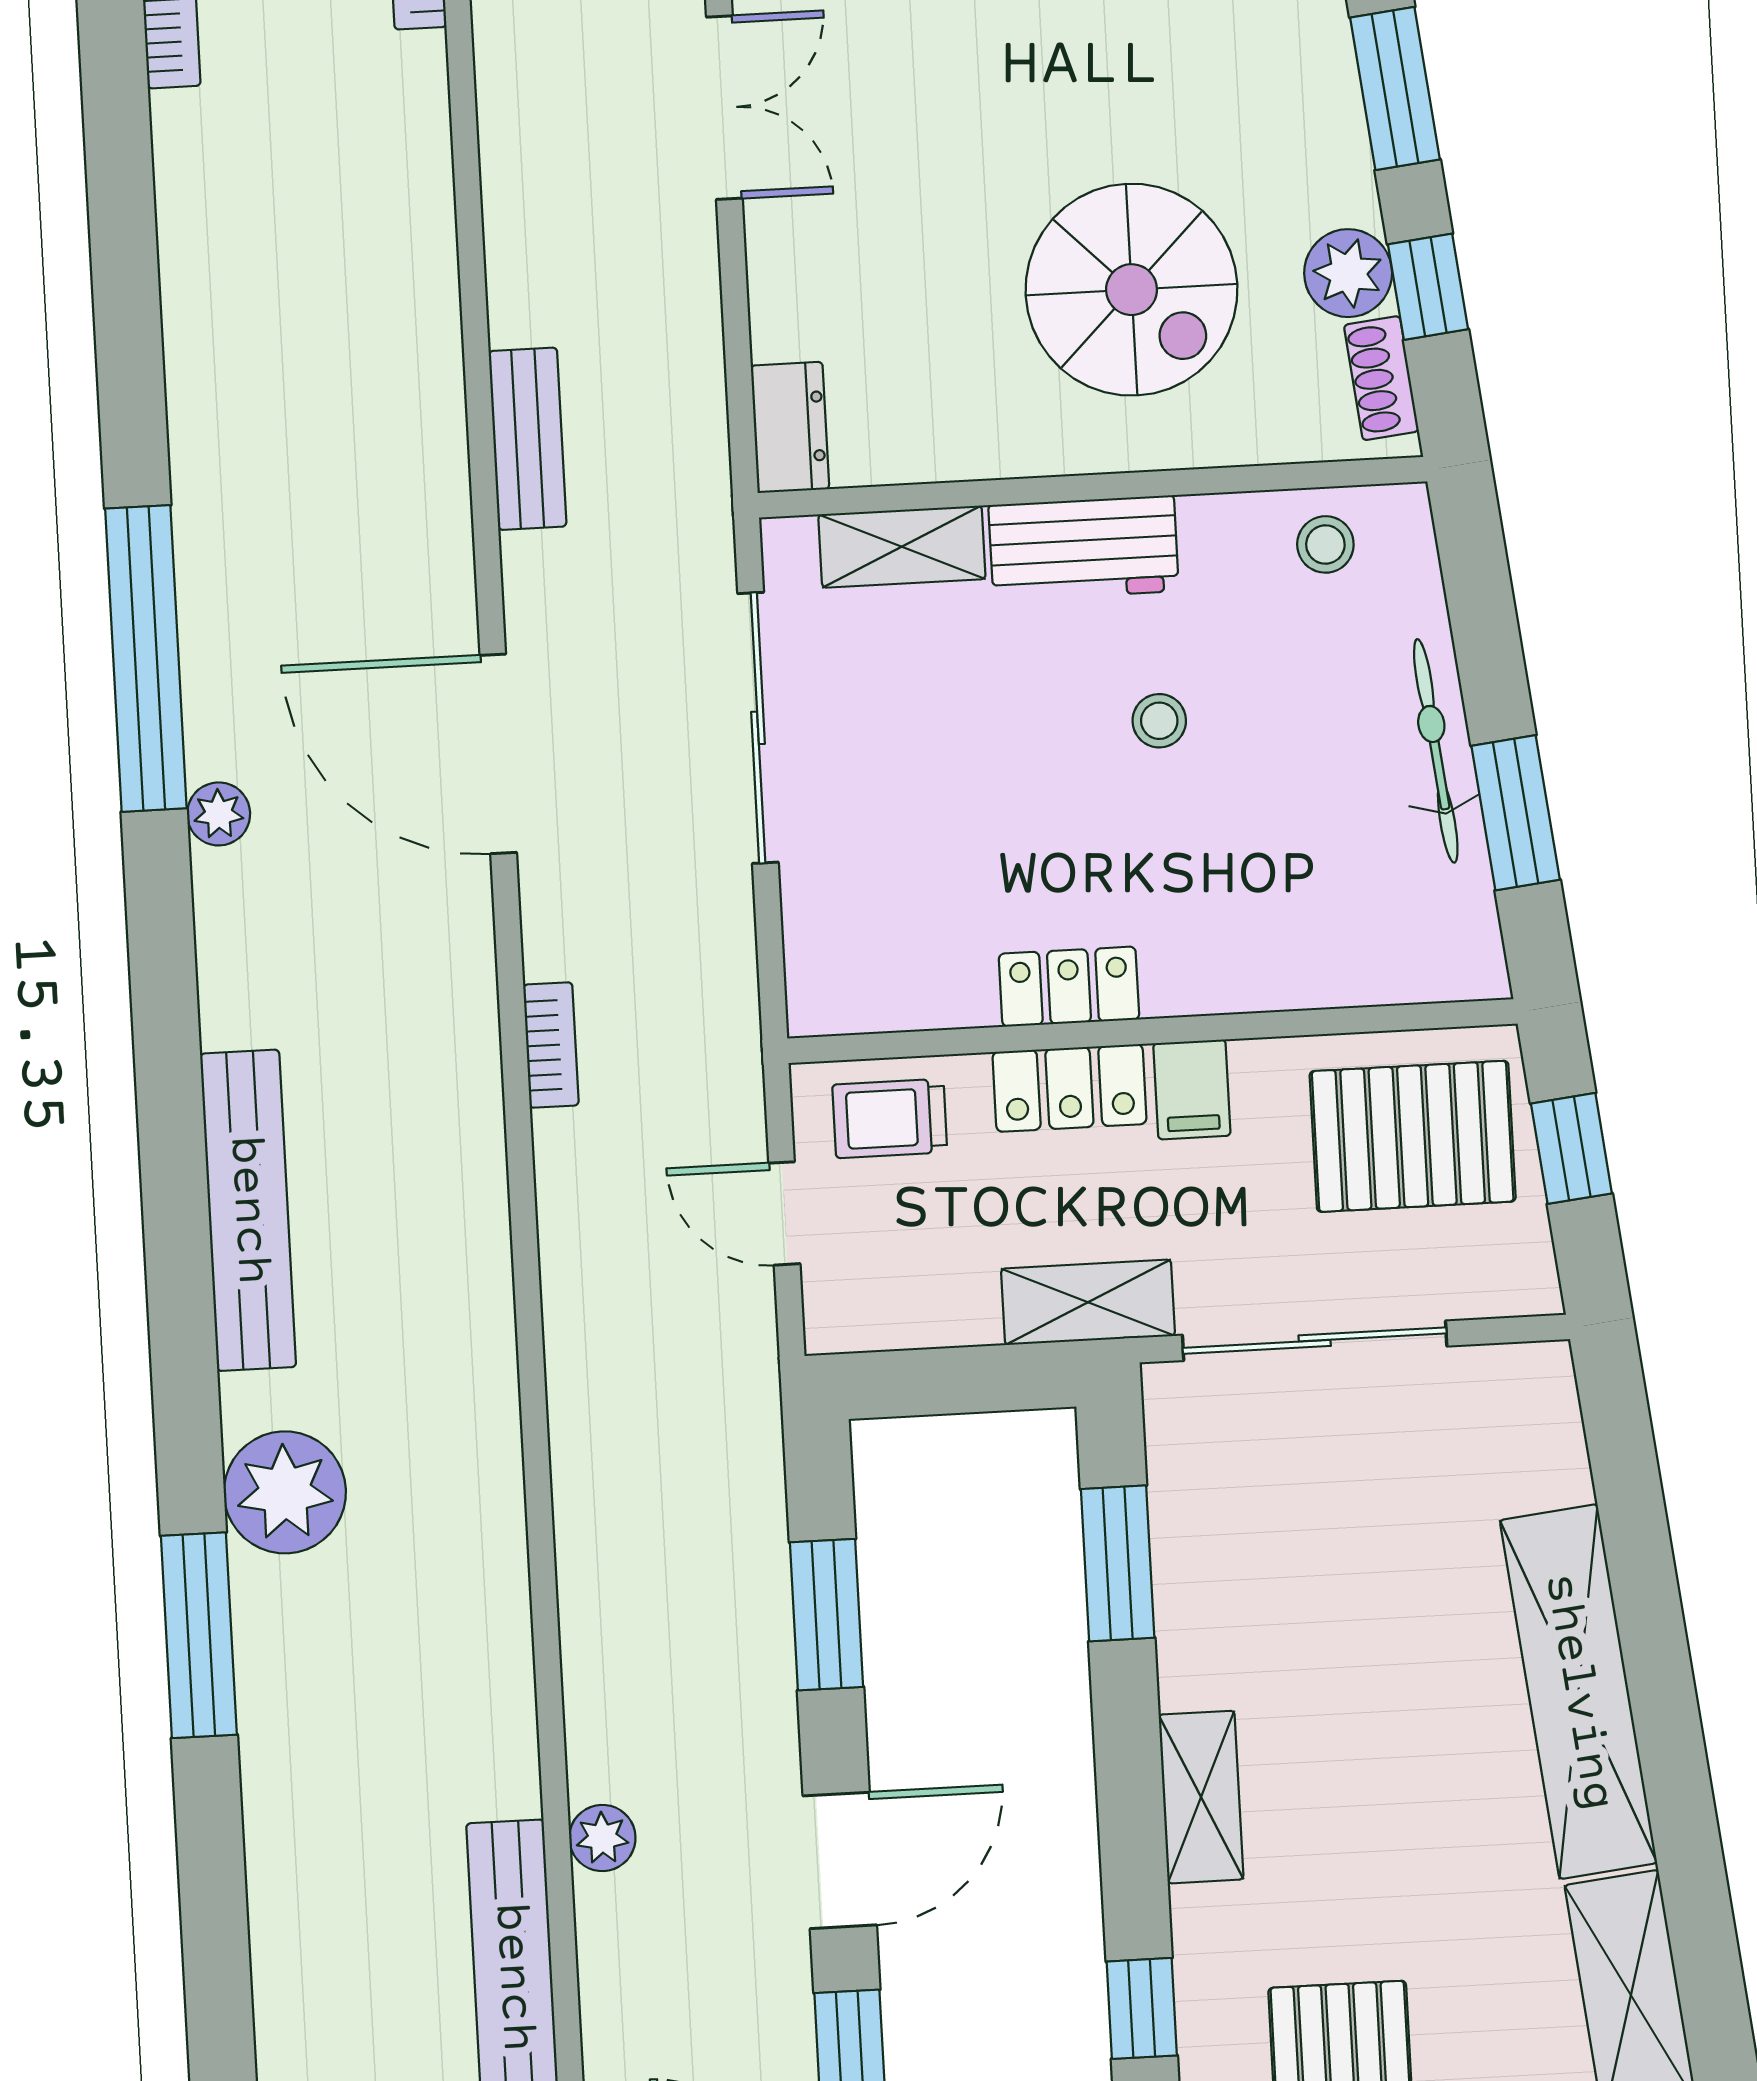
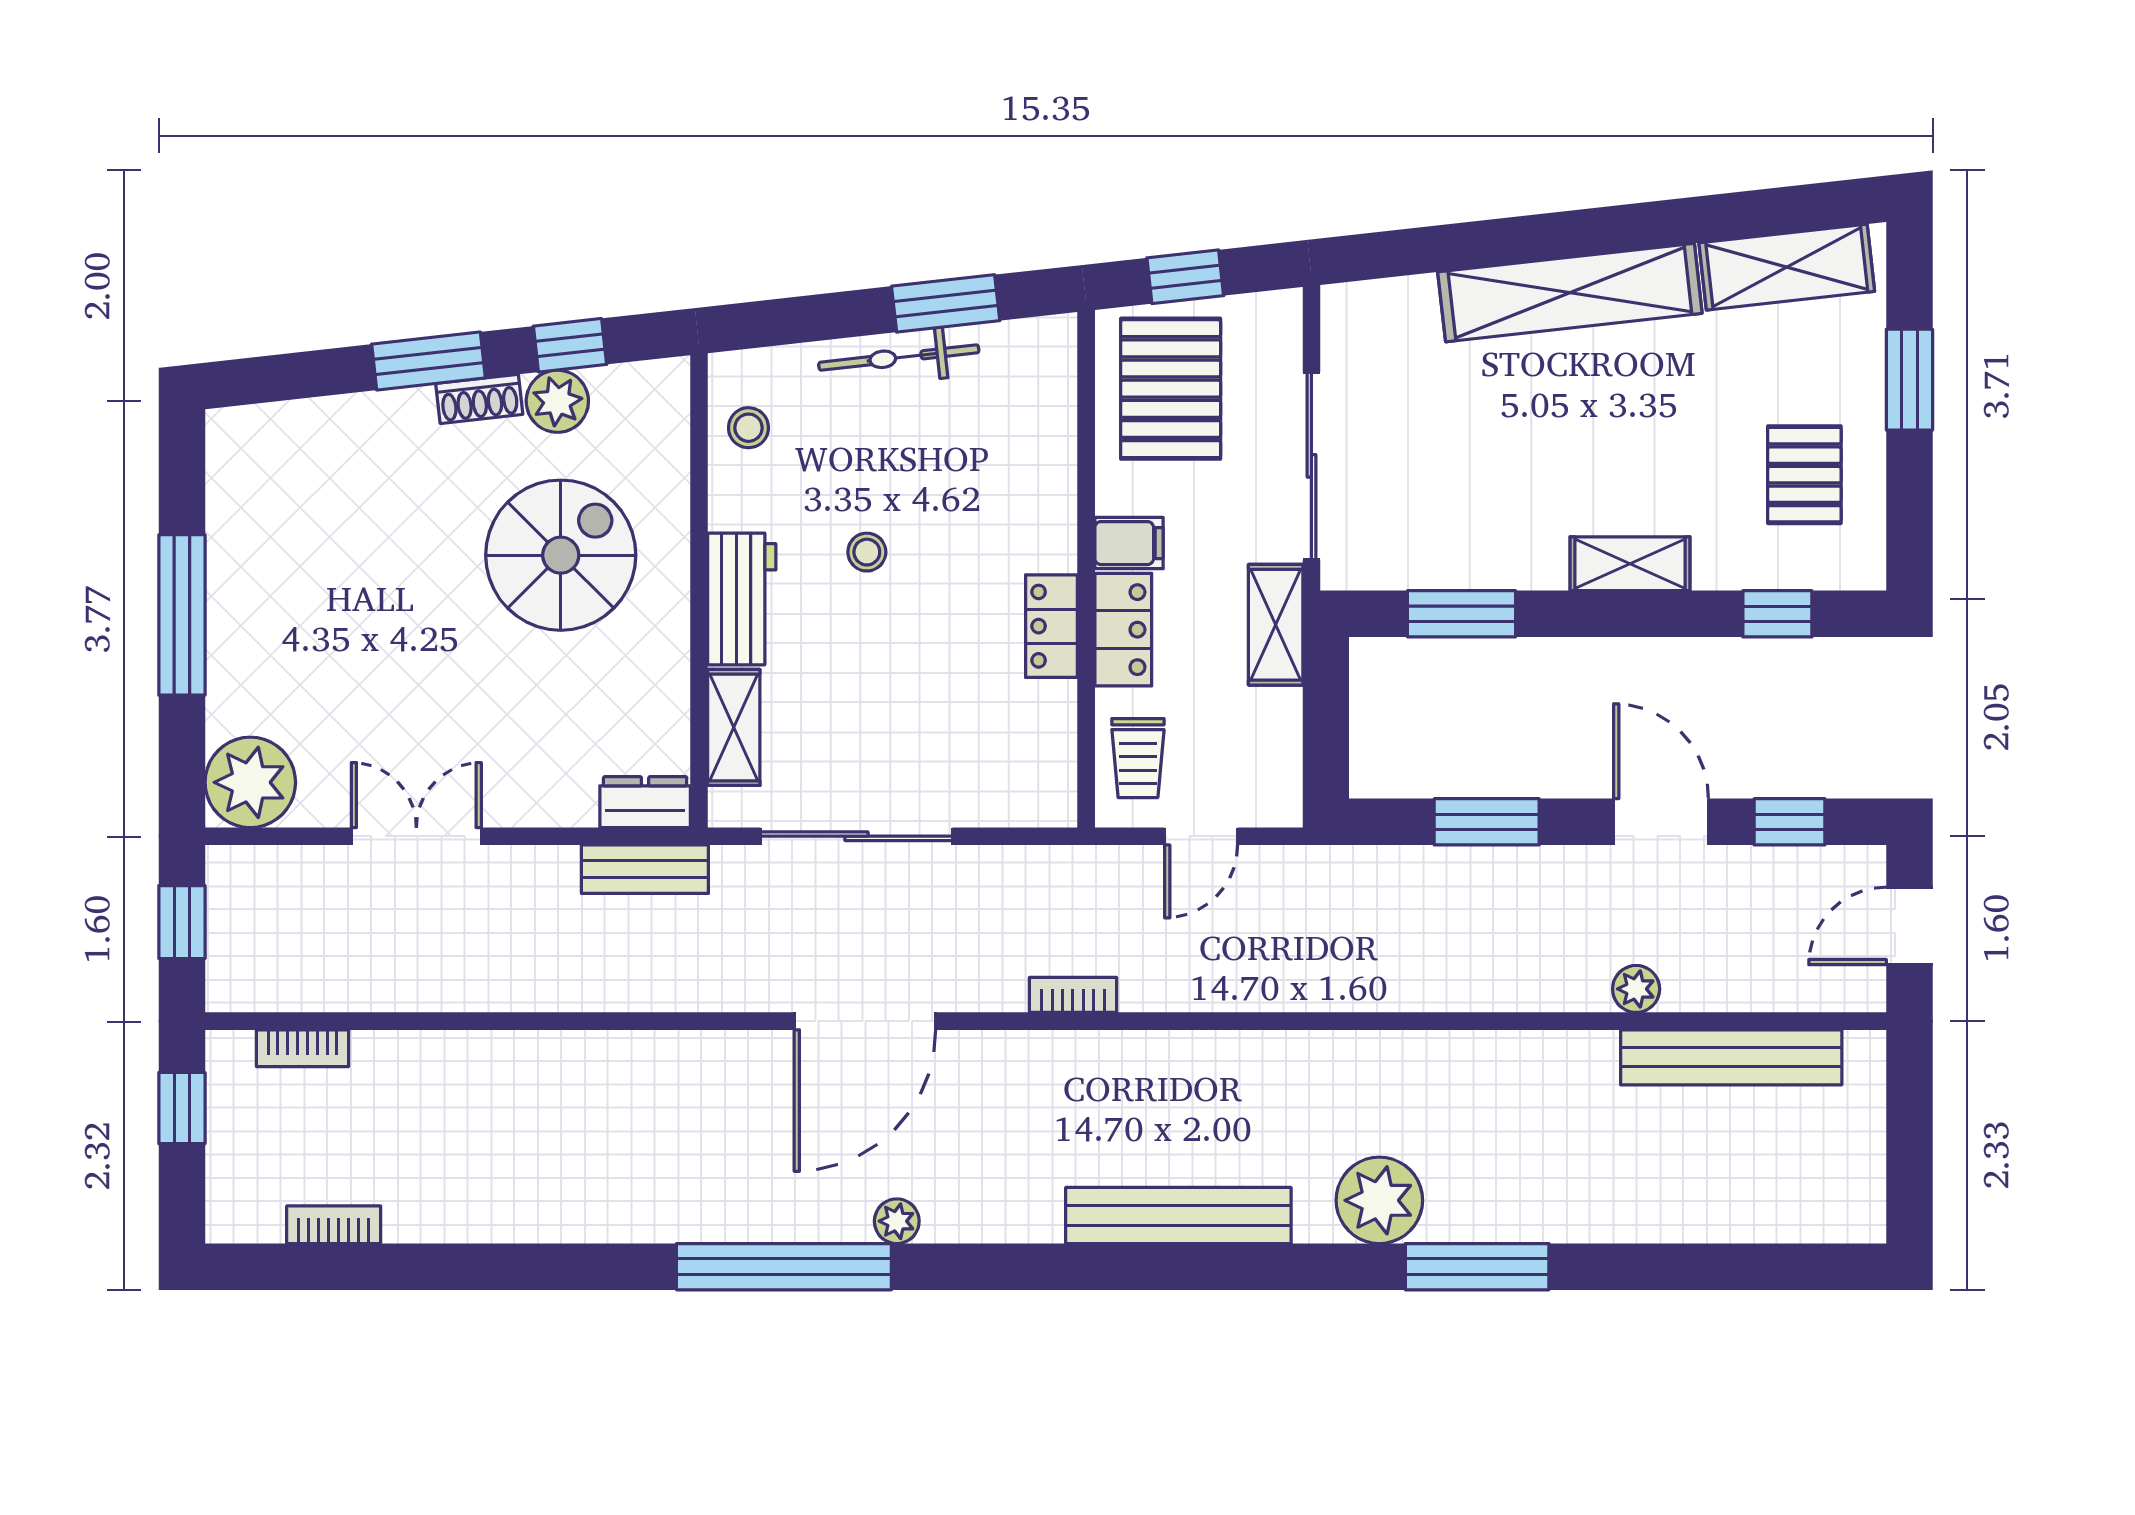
shoe rack: (1381, 378) -> (479, 399), moved
bench: (528, 439) -> (645, 869), moved

